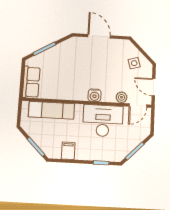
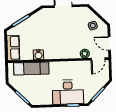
water cooler: (95, 95) -> (38, 55), moved
desk: (103, 121) -> (68, 92), moved, turned 180
filing cabinet: (68, 151) -> (47, 98), removed

